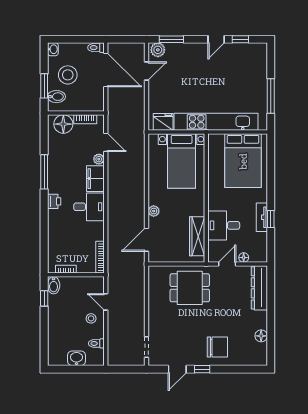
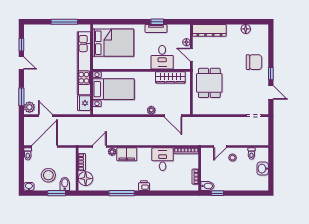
desk: (89, 207) -> (163, 159), moved
chair: (217, 347) -> (254, 62), turned 90

